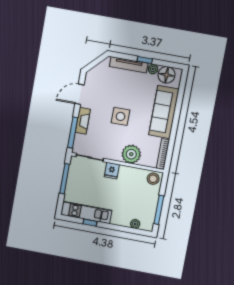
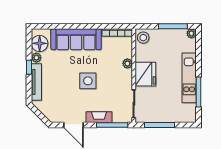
plant: (131, 154) -> (127, 63), width x0.53, depth x0.53
fridge: (112, 171) -> (145, 74), width x1.88, depth x1.34
kitchen unit: (86, 212) -> (189, 78), moved
window: (90, 223) -> (199, 92), width x2.17
plant: (135, 224) -> (191, 33), moved

